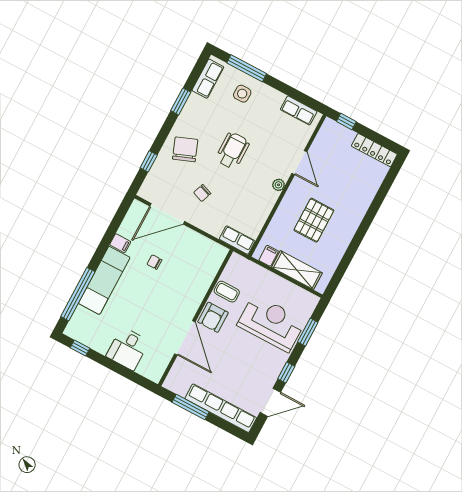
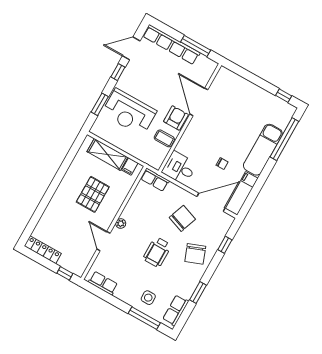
chair: (202, 193) -> (182, 218), width x1.87, depth x1.87
desk: (128, 349) -> (179, 168), moved, turned -90

